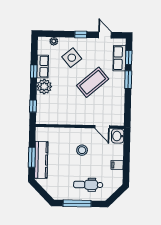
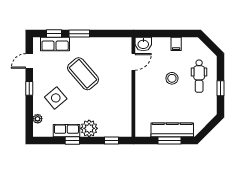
stool: (82, 150) -> (172, 78), moved
window: (77, 203) -> (221, 88), width x0.46

